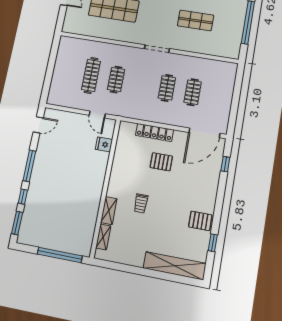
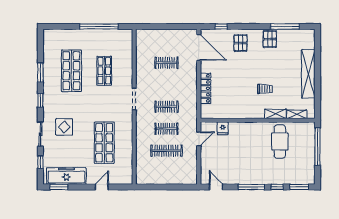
clothes rail: (167, 88) -> (166, 107), moved
pallet: (161, 162) -> (240, 43), moved
cafe table: (75, 210) -> (280, 142), added
window: (213, 243) -> (285, 27), width x2.17
shelving: (175, 266) -> (308, 74), moved

